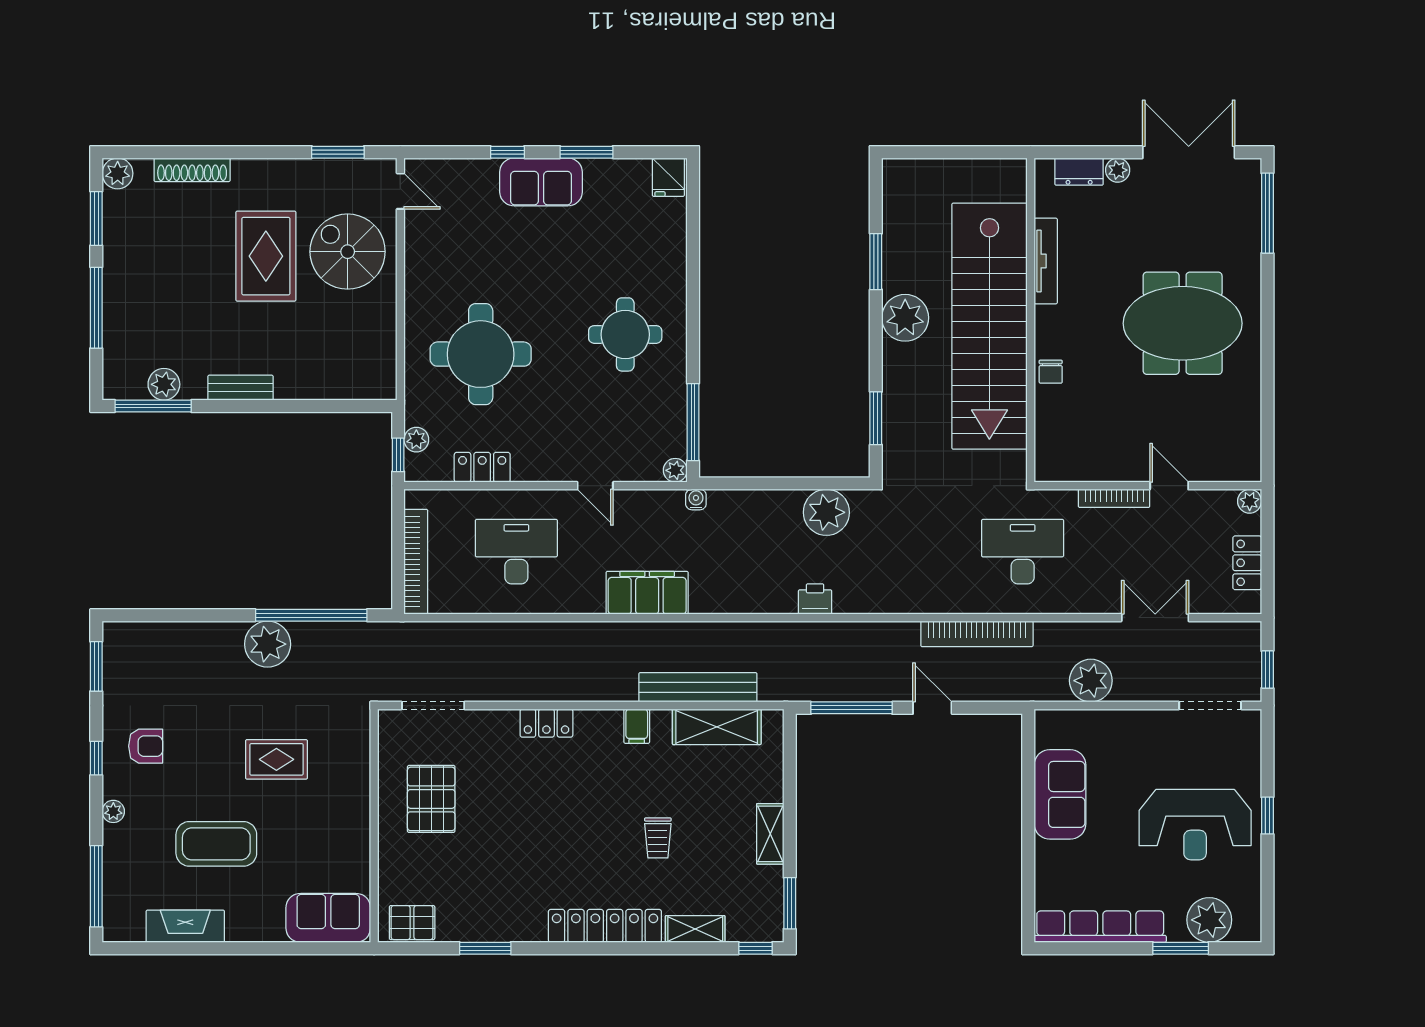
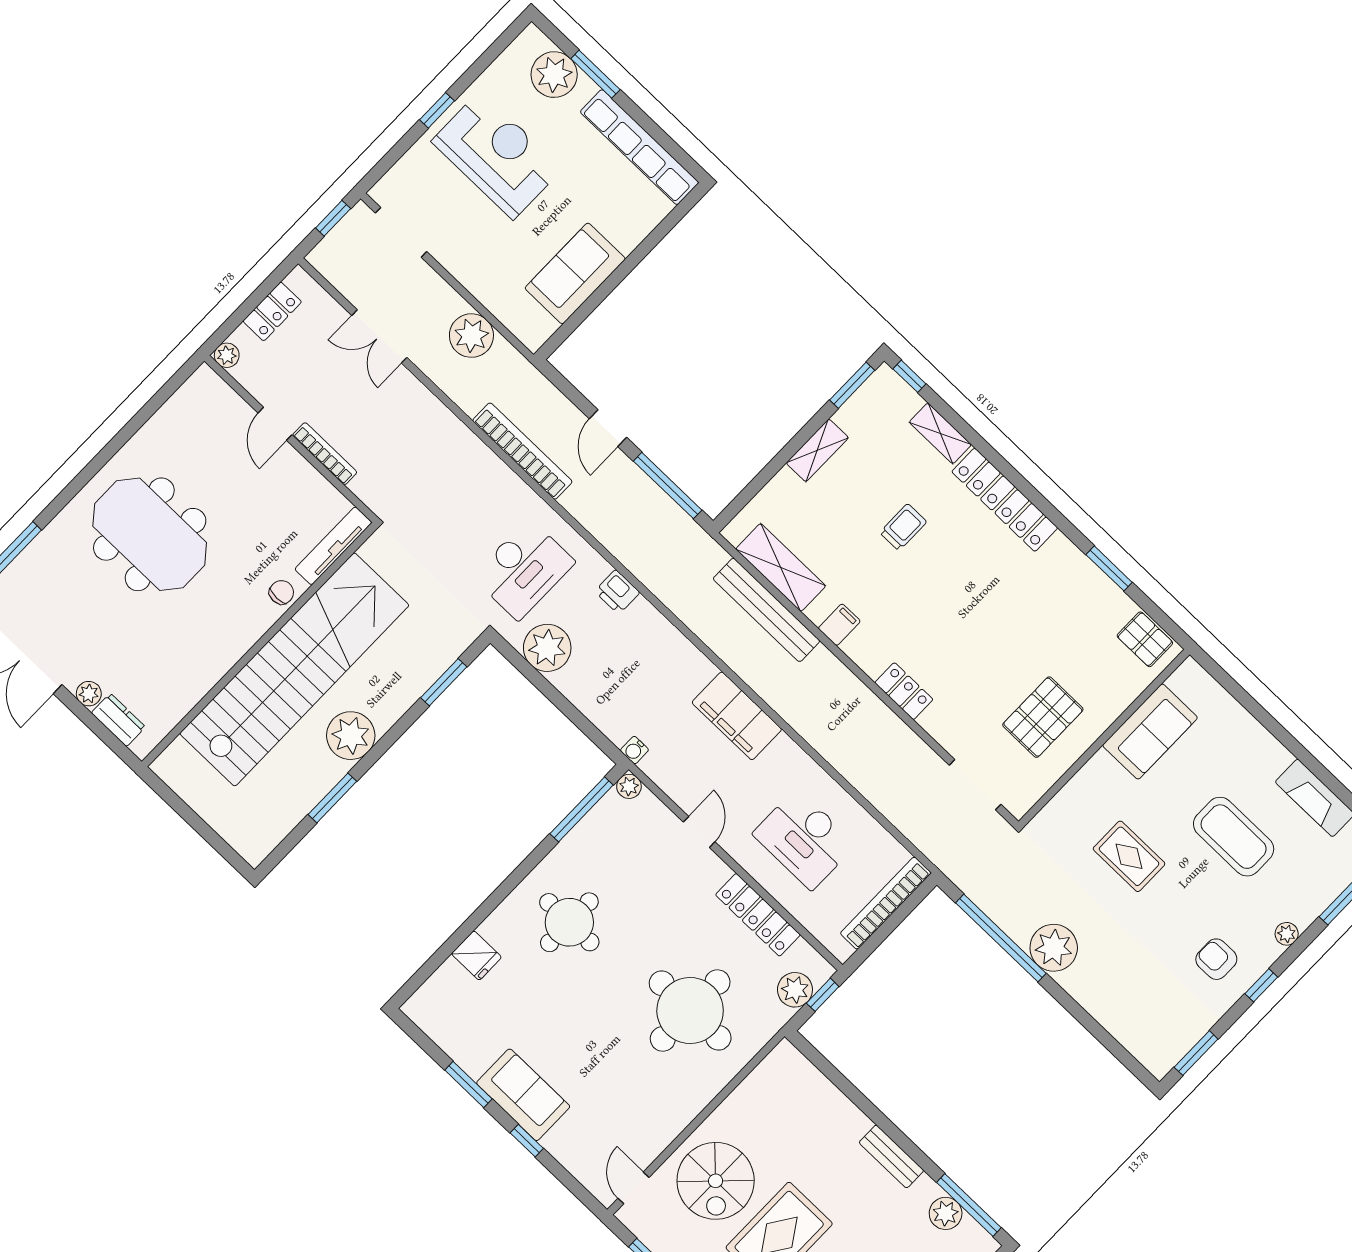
fridge: (668, 177) -> (477, 956), moved, turned 90
tv unit: (1046, 261) -> (333, 546), moved
plant: (416, 440) -> (795, 990), width x1.38, depth x1.38
locker: (482, 467) -> (758, 915), width x1.53
desk: (1023, 552) -> (524, 569), moved, turned -90
sofa: (328, 918) -> (1150, 732), moved, turned -90

